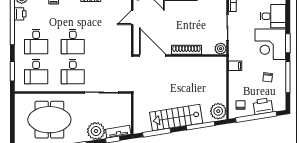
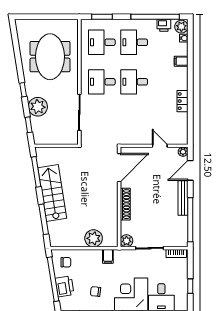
plant: (218, 111) -> (94, 238), moved
tv unit: (118, 132) -> (37, 131), removed

